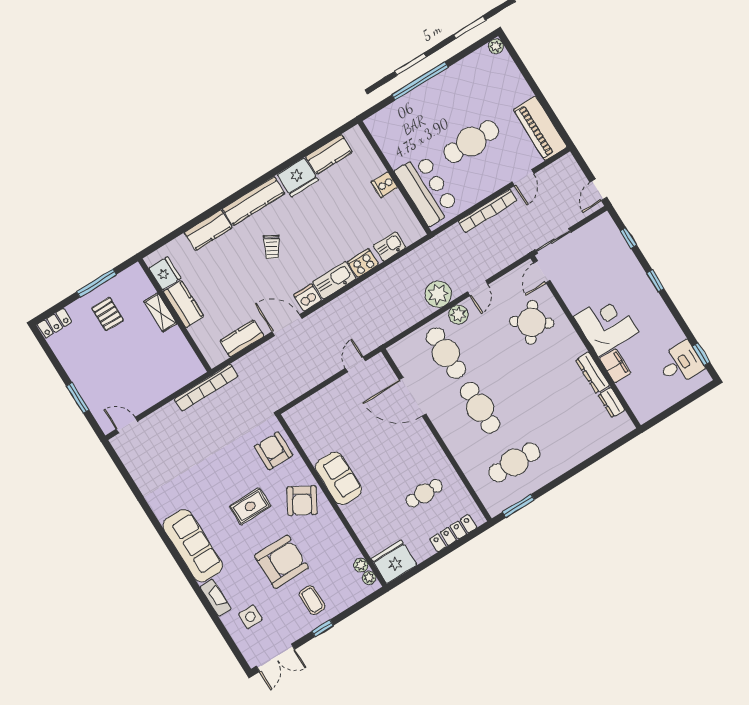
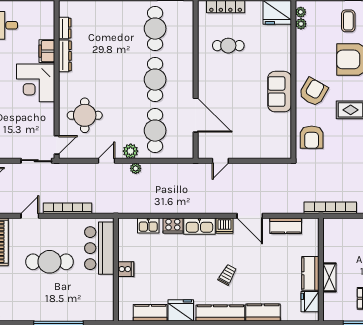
plant: (438, 294) -> (136, 168), width x0.53, depth x0.53
round table: (532, 322) -> (85, 115), turned -35
cafe table: (514, 462) -> (155, 29), turned 90

